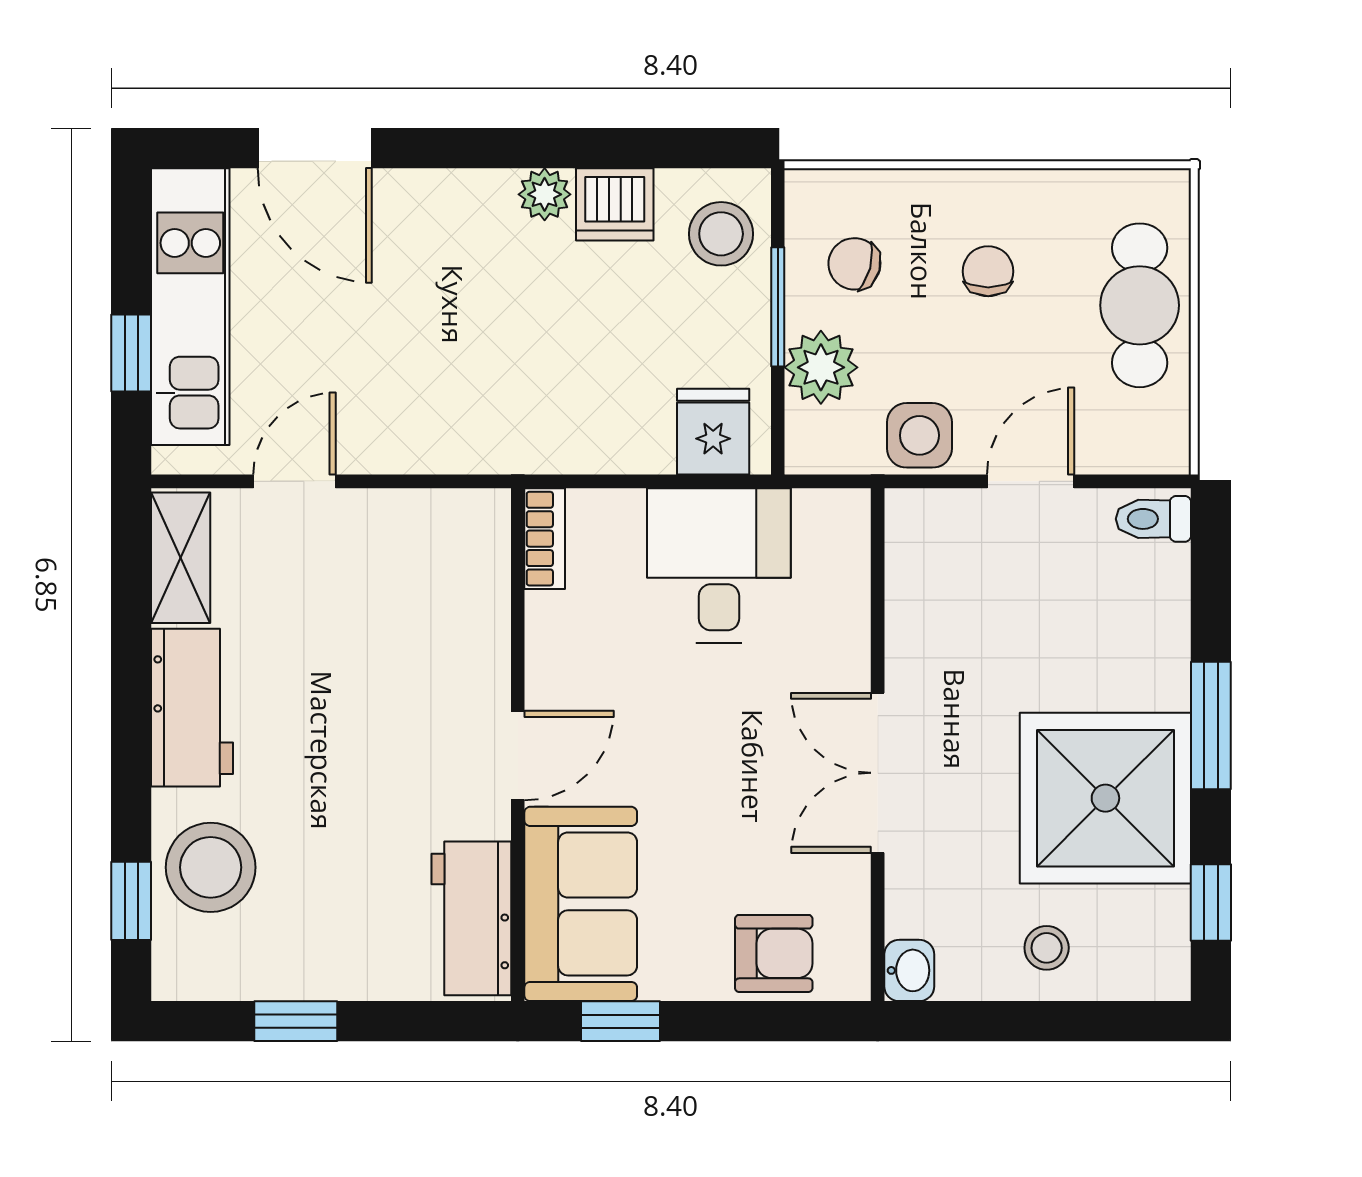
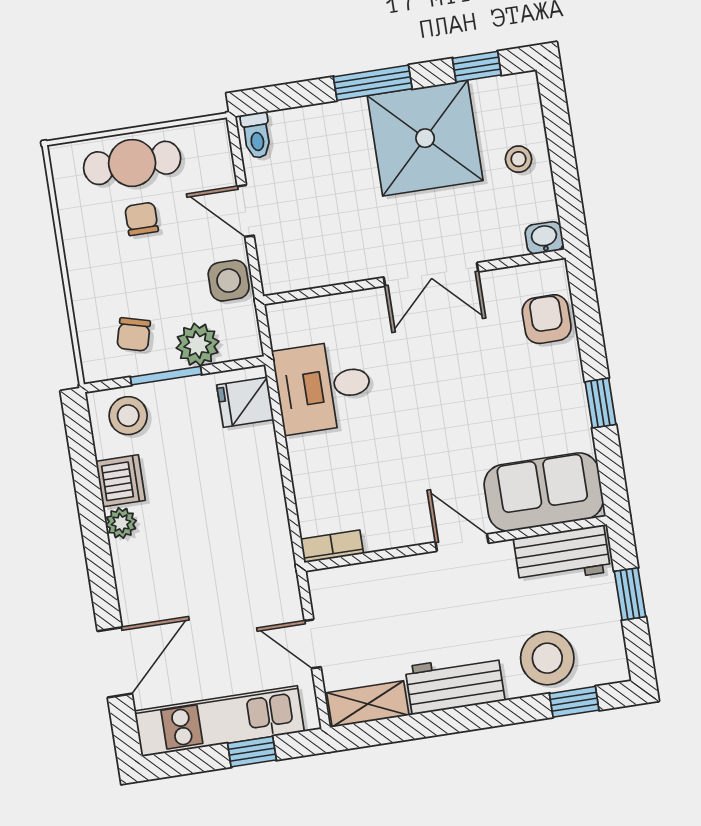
chair: (988, 271) -> (142, 219), moved, turned 90
bookcase: (545, 539) -> (332, 546), moved
wall: (518, 745) -> (456, 544), moved
door: (518, 756) -> (462, 543), moved
sofa: (581, 904) -> (544, 492), moved
workbench: (471, 918) -> (562, 555), moved

